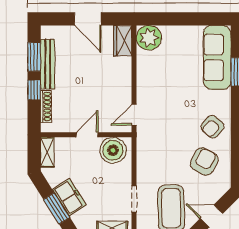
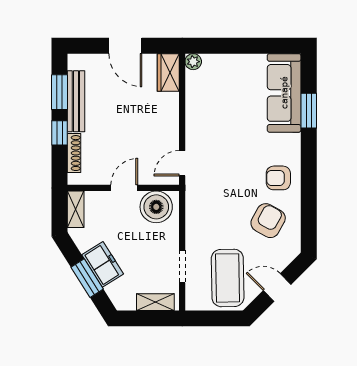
plant: (149, 38) -> (193, 62), width x0.53, depth x0.53
armchair: (212, 127) -> (278, 178), turned 47

